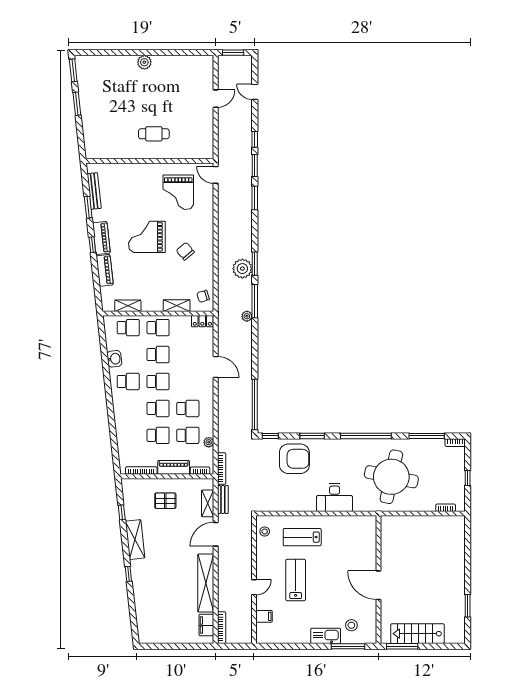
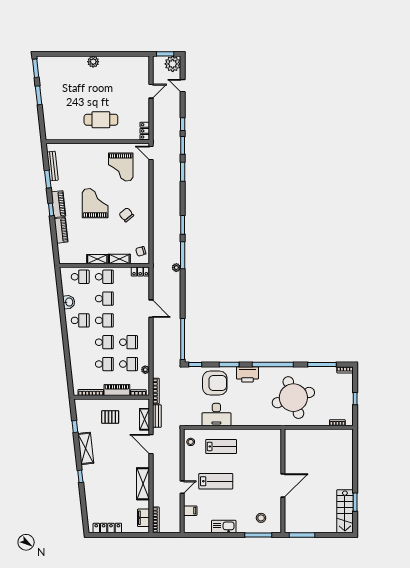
cafe table: (154, 134) -> (101, 120), width x1.37, depth x1.35
locker: (208, 148) -> (145, 131), added
grand piano: (147, 237) -> (95, 203), turned 90
plant: (242, 269) -> (173, 64), moved
shelving: (128, 306) -> (97, 259), moved
printer: (335, 448) -> (247, 374), added
round table: (391, 477) -> (293, 398), turned -30
desk: (335, 498) -> (216, 415), moved
door: (216, 534) -> (151, 444), hinge flipped
lab bench: (302, 537) -> (221, 446), turned 180
lab bench: (296, 580) -> (216, 481), turned 90
shelving: (206, 583) -> (143, 484), width x0.68
door: (378, 585) -> (283, 485), swing flipped
stairs: (417, 634) -> (345, 511), moved, turned -90
kitchen sink: (326, 636) -> (224, 527), moved
locker: (162, 638) -> (107, 528), added

